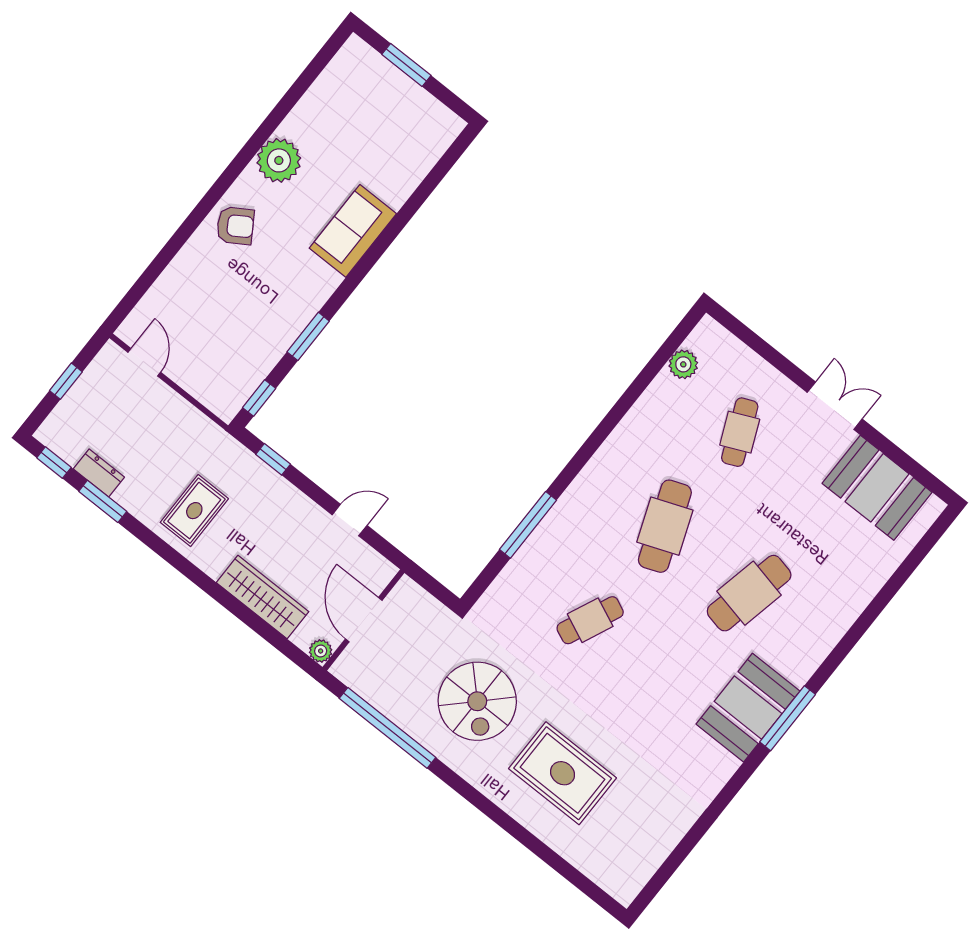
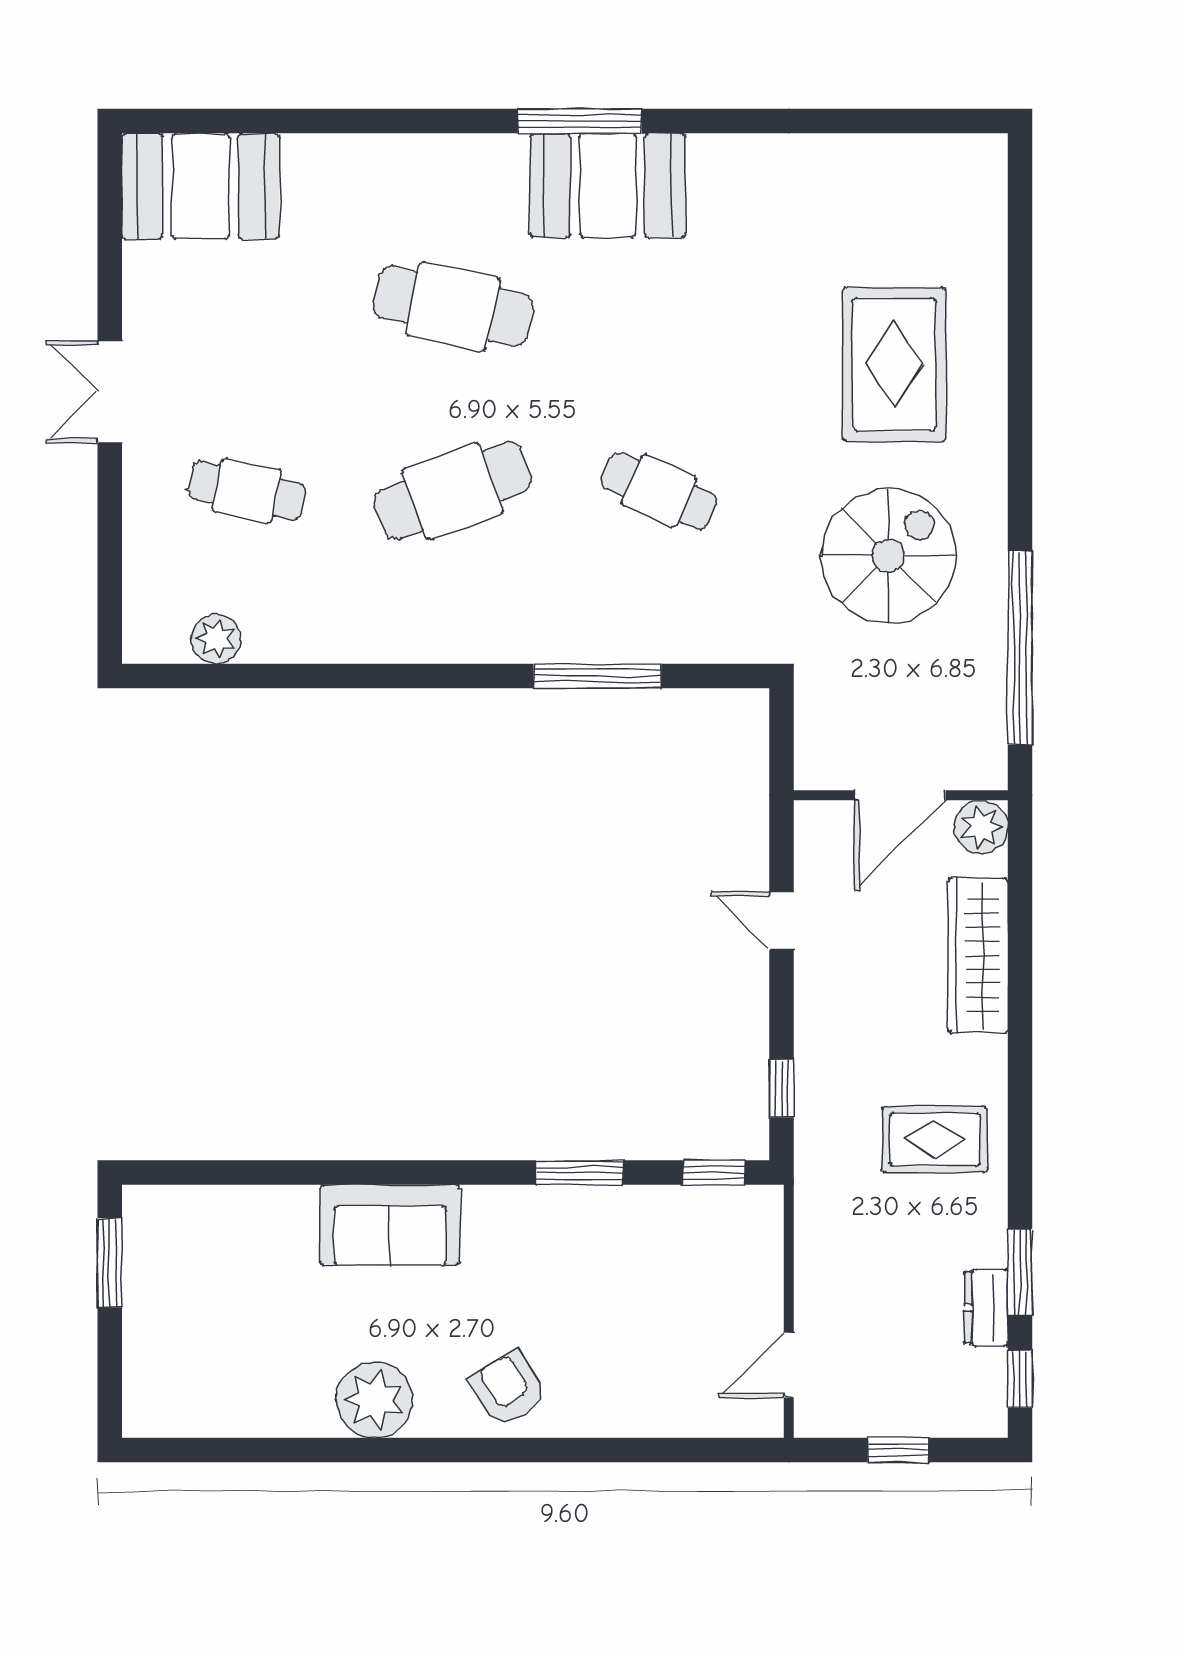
window: (406, 65) -> (110, 1263), moved
cafe table: (740, 432) -> (247, 491), turned 36
booth: (877, 488) -> (201, 186), moved, turned 90
plant: (321, 651) -> (981, 827), width x1.38, depth x1.38

